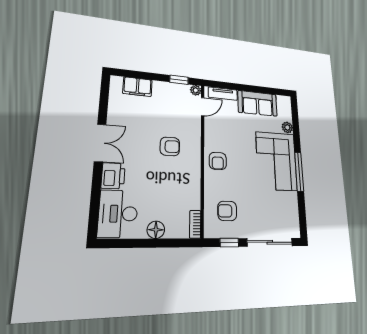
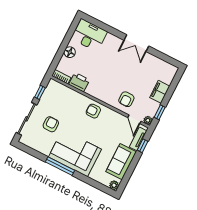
window: (228, 86) -> (143, 146), added
filing cabinet: (137, 87) -> (160, 92), moved
plant: (287, 127) -> (114, 185), moved
armchair: (170, 146) -> (126, 99), moved
printer: (113, 176) -> (79, 82), moved, turned 180
armchair: (227, 211) -> (51, 124), moved

